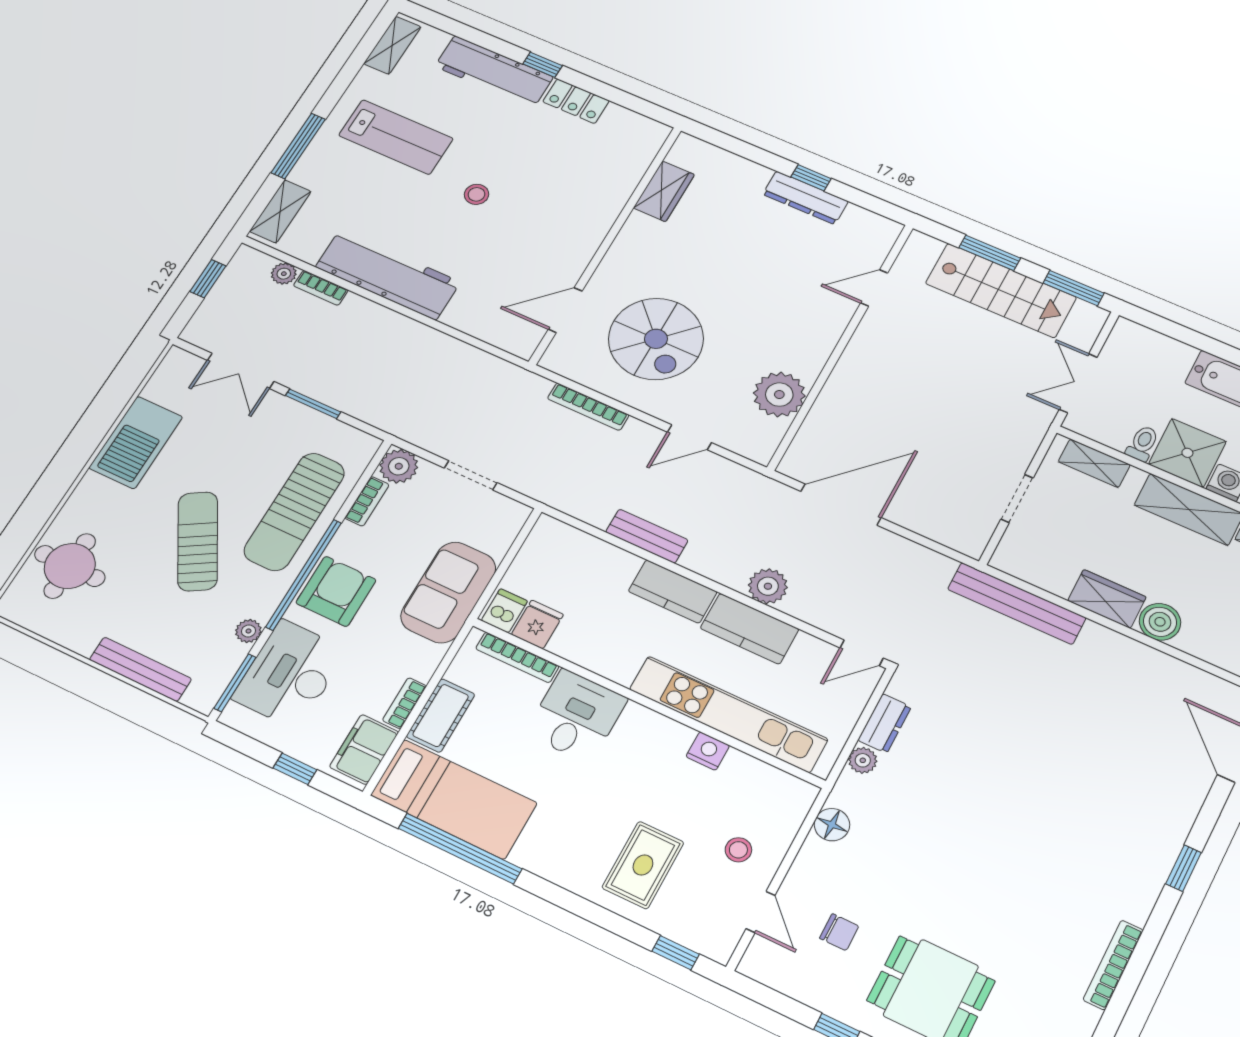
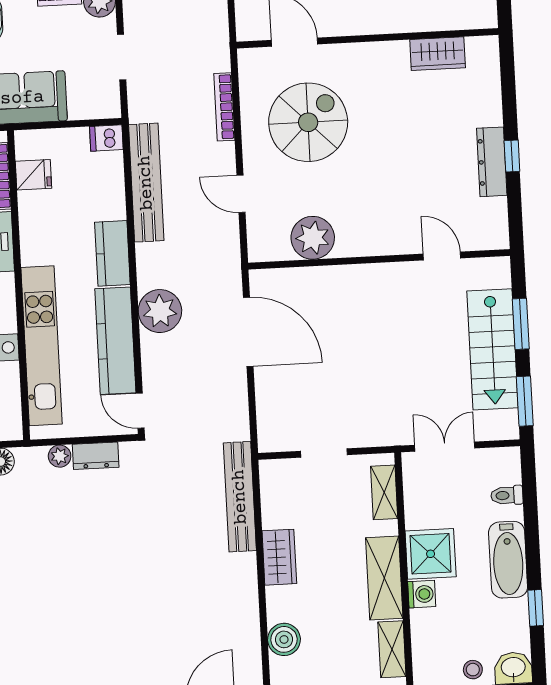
spiral stairs: (656, 339) -> (308, 122), turned 180
toilet: (1143, 443) -> (507, 495), moved, turned 180
bench: (647, 536) -> (146, 183), width x1.86, depth x1.21
plant: (768, 586) -> (160, 311), width x1.36, depth x1.36
dishwasher: (504, 611) -> (106, 138), moved, turned 180
boiler: (1160, 622) -> (284, 639), moved
kitchen counter: (750, 629) -> (115, 341), width x1.50

